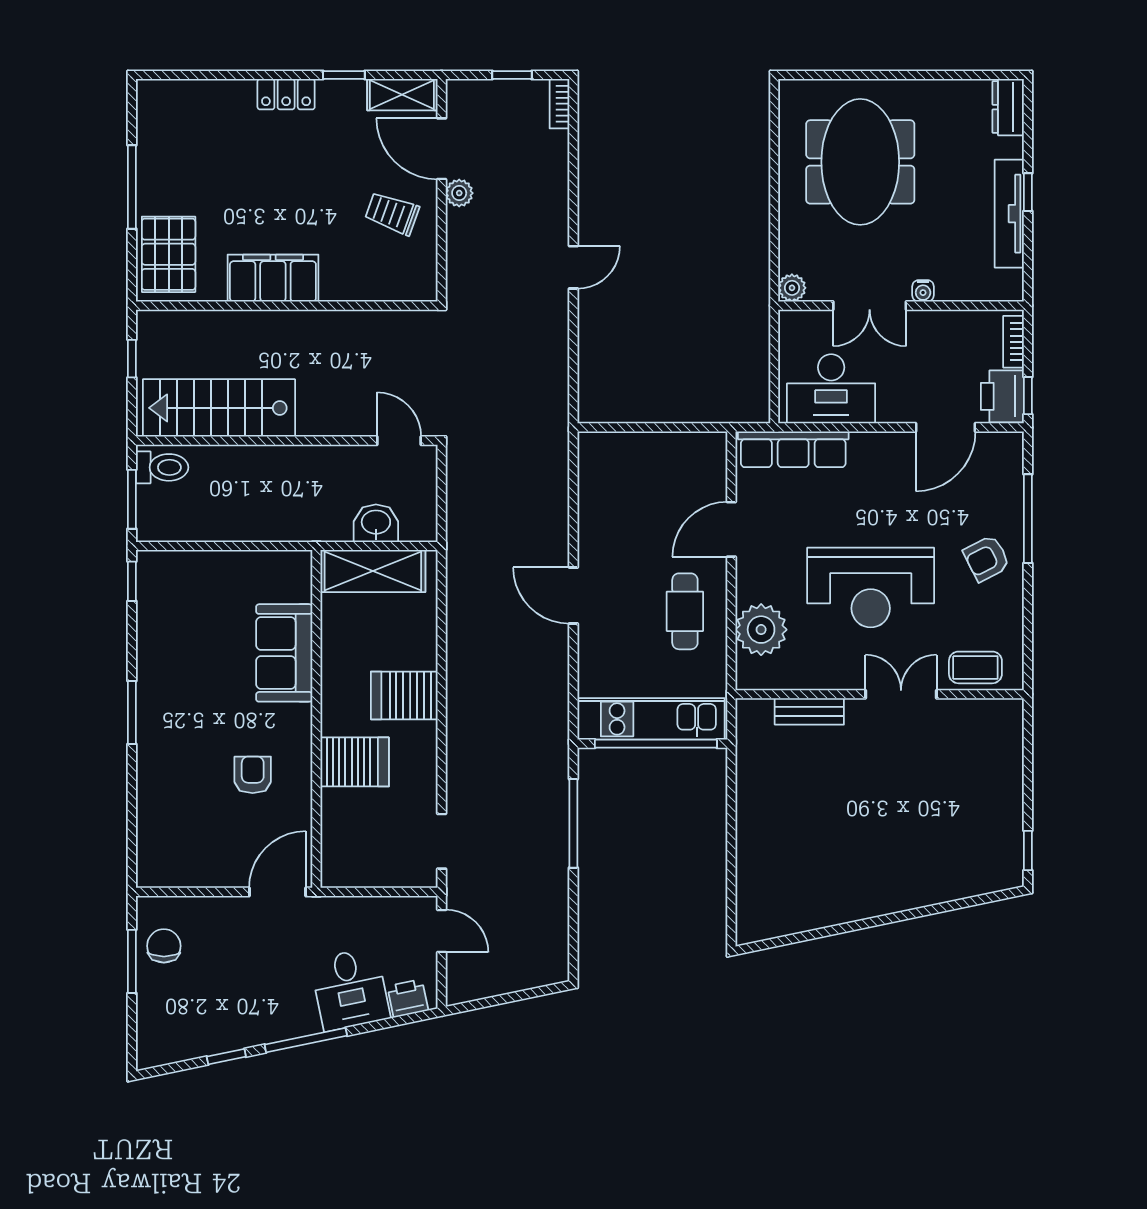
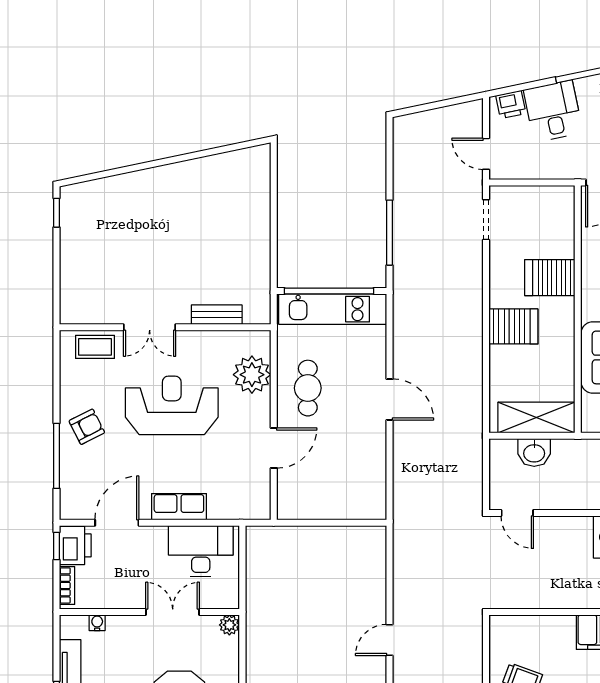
water cooler: (923, 291) -> (97, 623), moved
row of seats: (793, 449) -> (179, 507), moved, width x0.68

